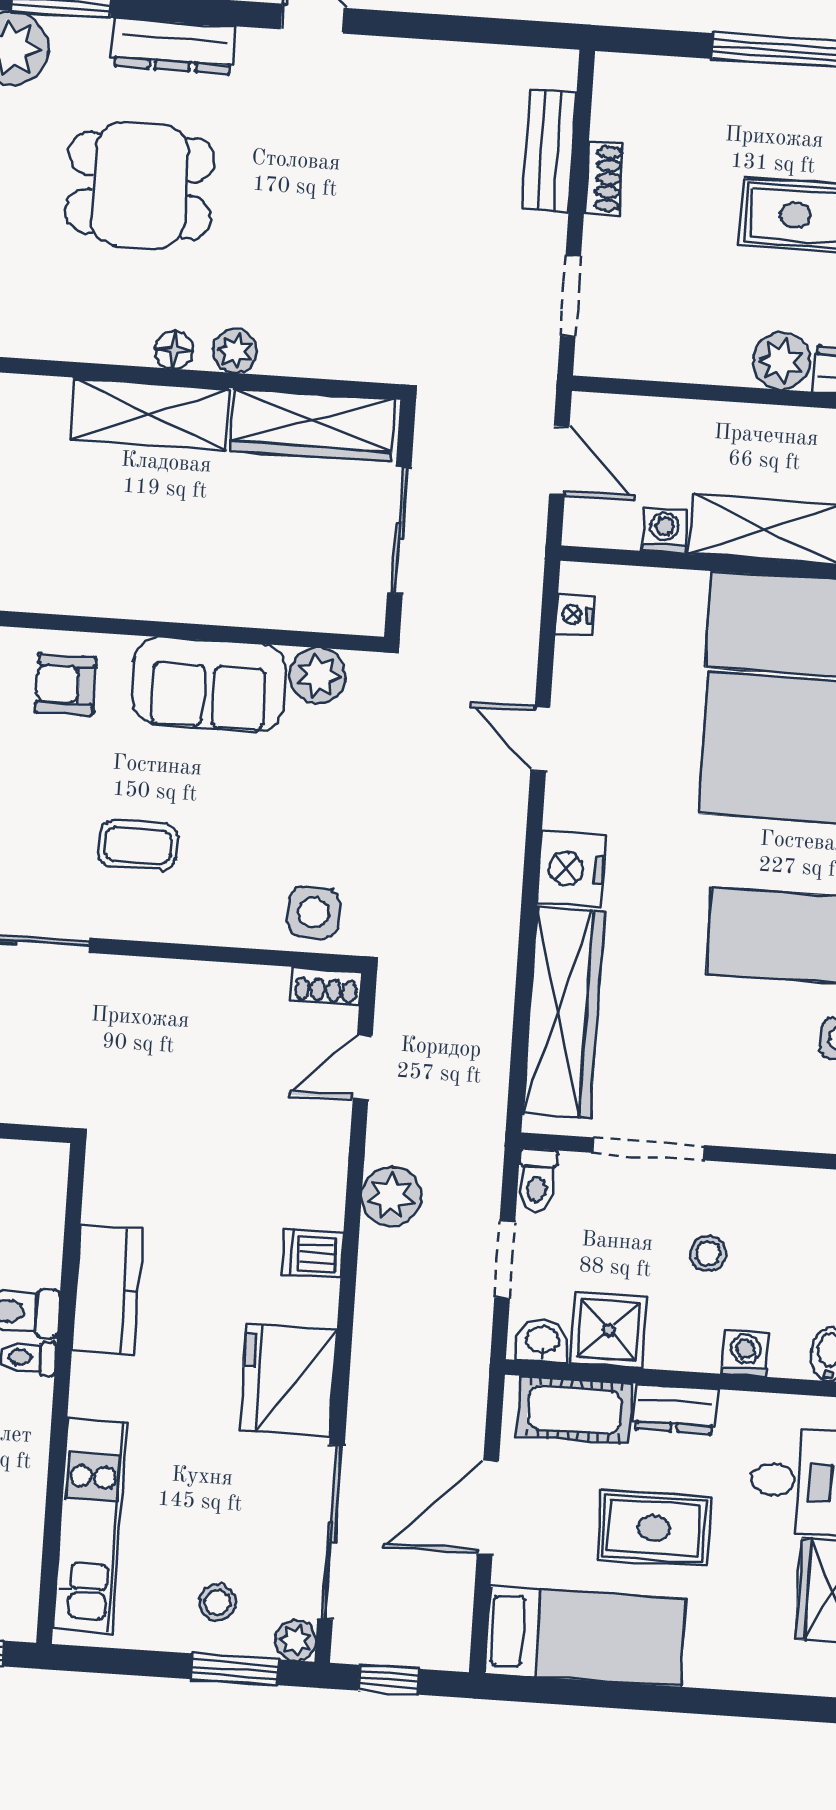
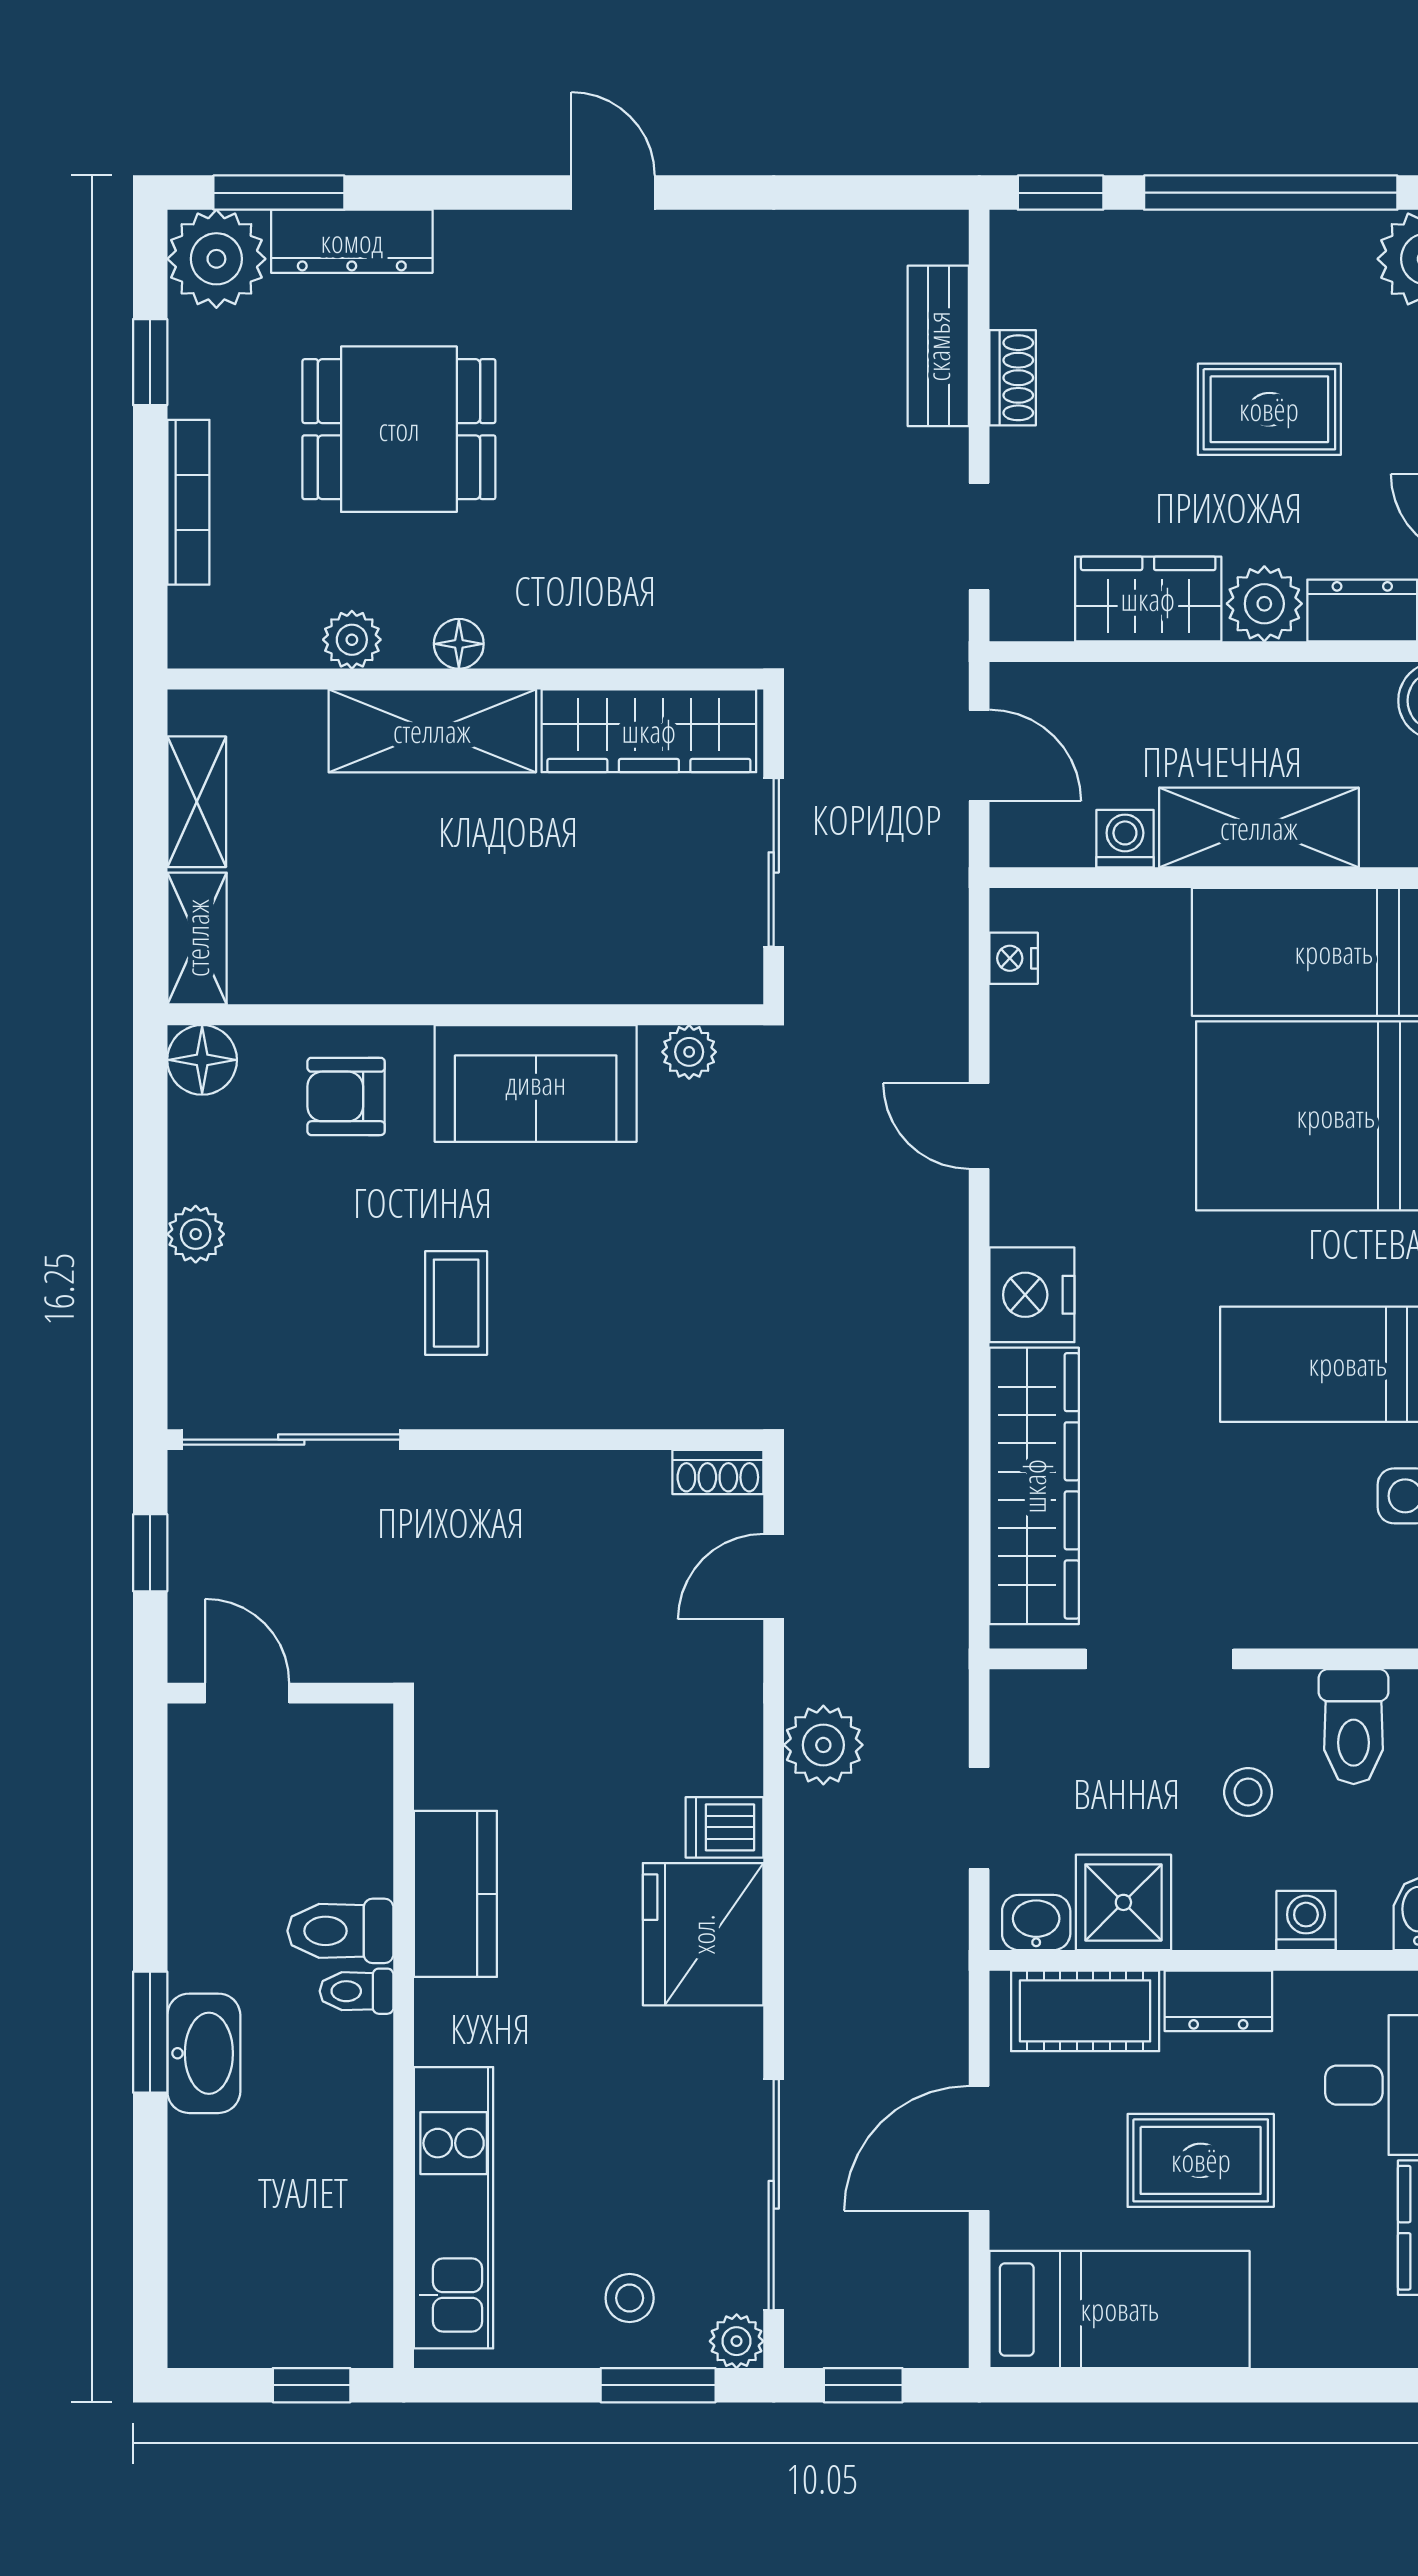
window: (649, 42) -> (1061, 193), added
dresser: (174, 46) -> (352, 241), moved
plant: (235, 351) -> (352, 640), moved
wardrobe: (694, 352) -> (1148, 599), added
plant: (318, 676) -> (689, 1052), width x0.73, depth x0.73
coffee table: (138, 845) -> (456, 1303), turned 90
side table: (314, 912) -> (695, 1376), removed
toilet: (537, 1180) -> (1354, 1727), moved, width x1.37, depth x1.39
fridge: (288, 1380) -> (703, 1934), moved

